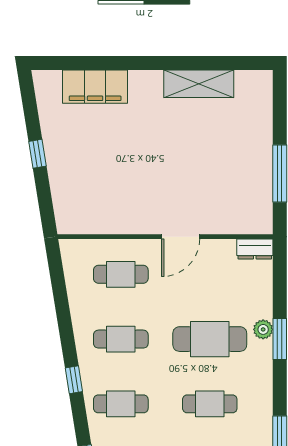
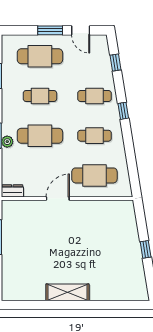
shelving: (199, 84) -> (68, 292), moved
filing cabinet: (95, 87) -> (110, 291), removed
cafe table: (121, 274) -> (94, 175), width x1.37, depth x1.35

